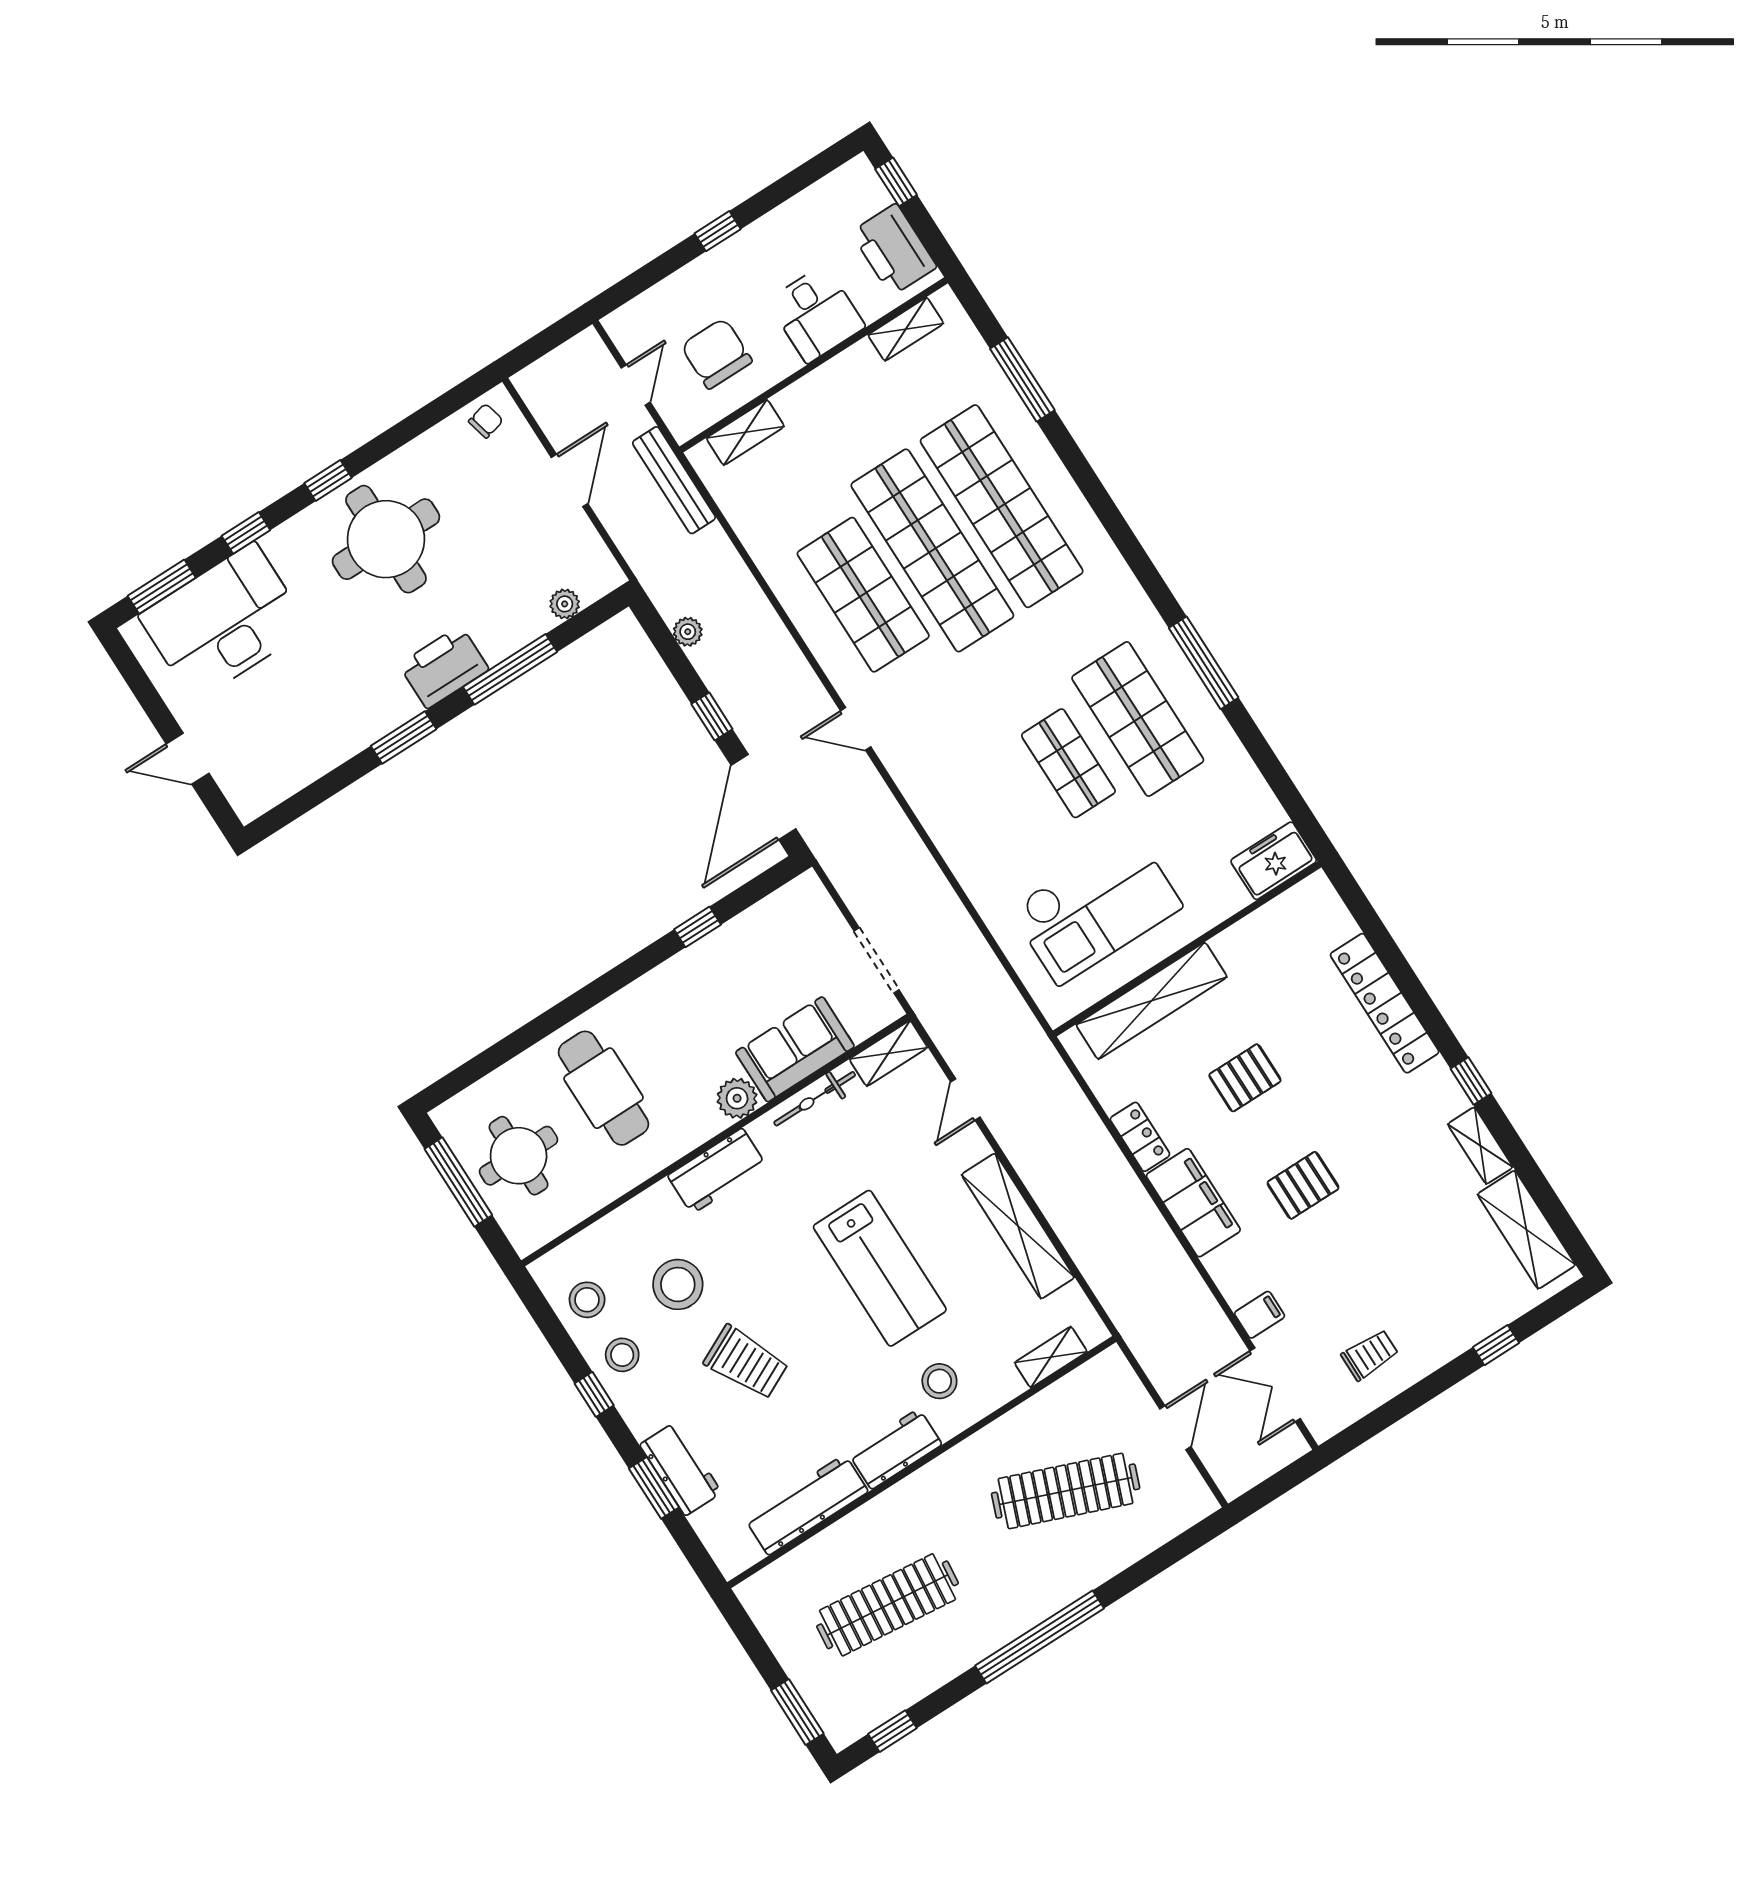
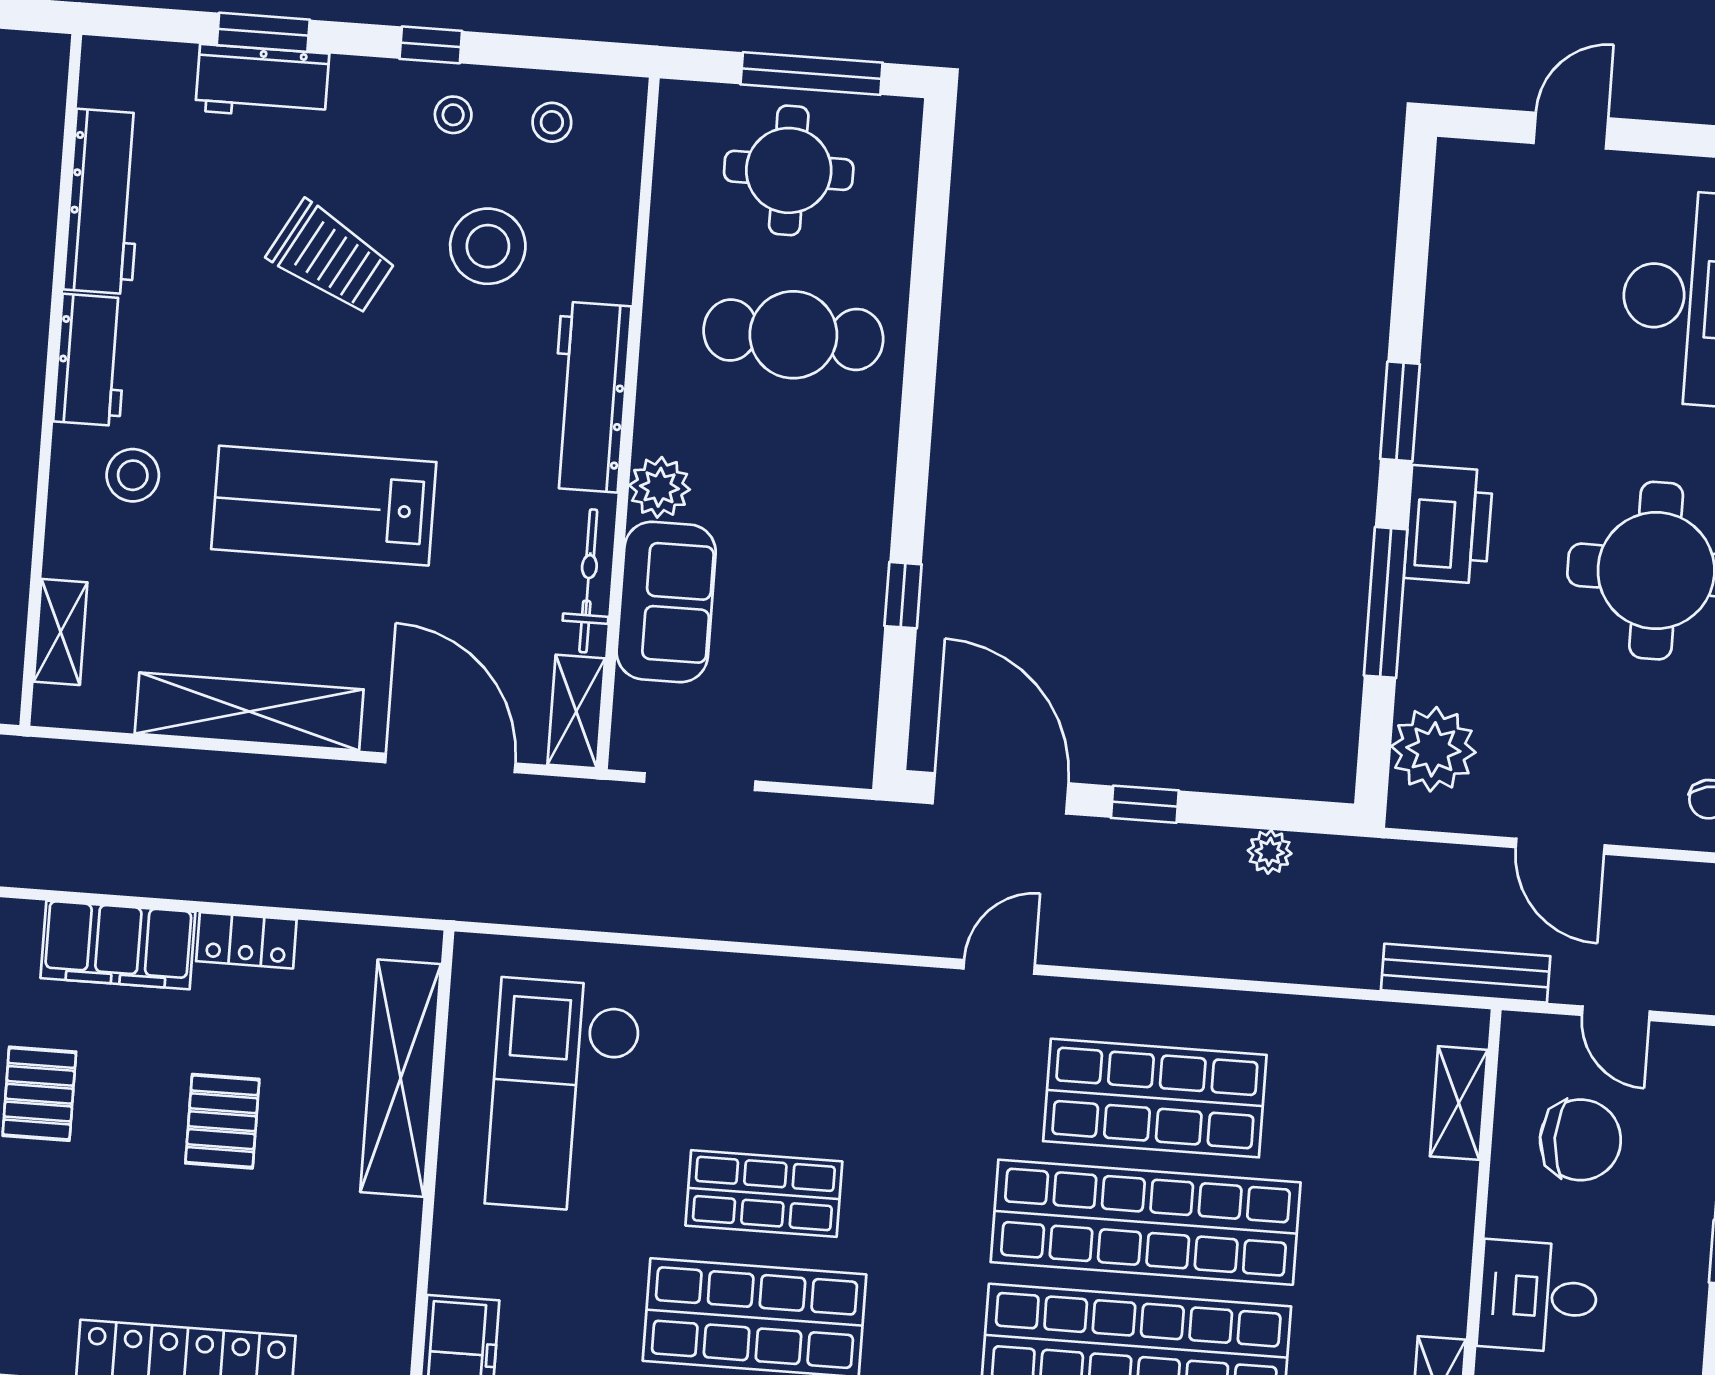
plant: (565, 604) -> (1433, 749), width x1.87, depth x1.87
door: (965, 1100) -> (450, 763), width x1.88
workbench: (717, 1171) -> (590, 397), width x1.38
stool: (587, 1300) -> (552, 122), width x0.73, depth x0.73
stool: (622, 1355) -> (453, 115), width x0.73, depth x0.73
trolley: (746, 1362) -> (331, 258), turned -125

